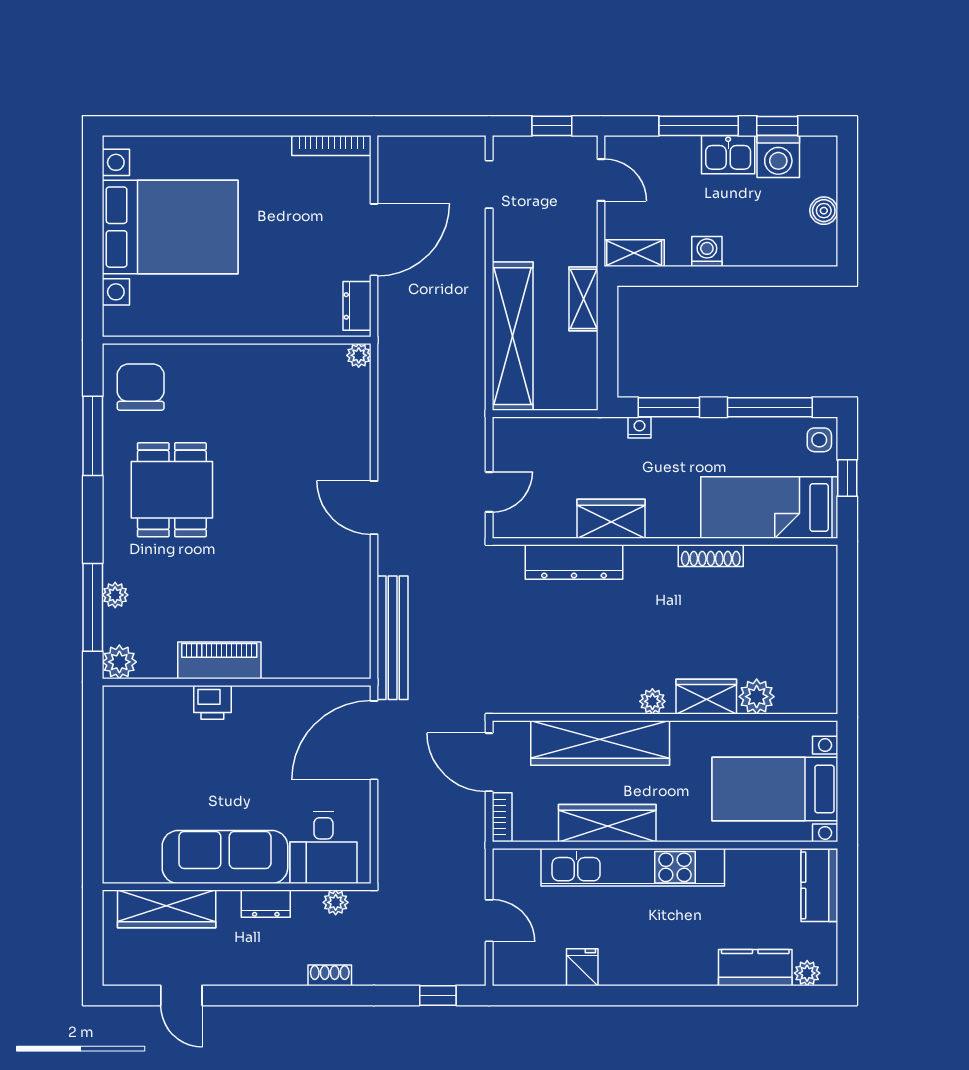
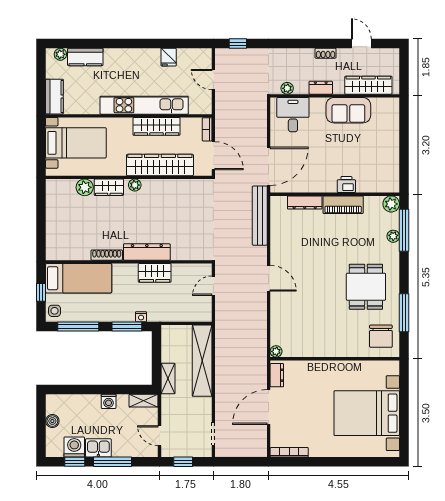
dresser: (574, 562) -> (147, 252), moved
dresser: (299, 665) -> (305, 203), added
sofa: (225, 857) -> (348, 110), width x0.73
shoe rack: (330, 975) -> (326, 53), moved

